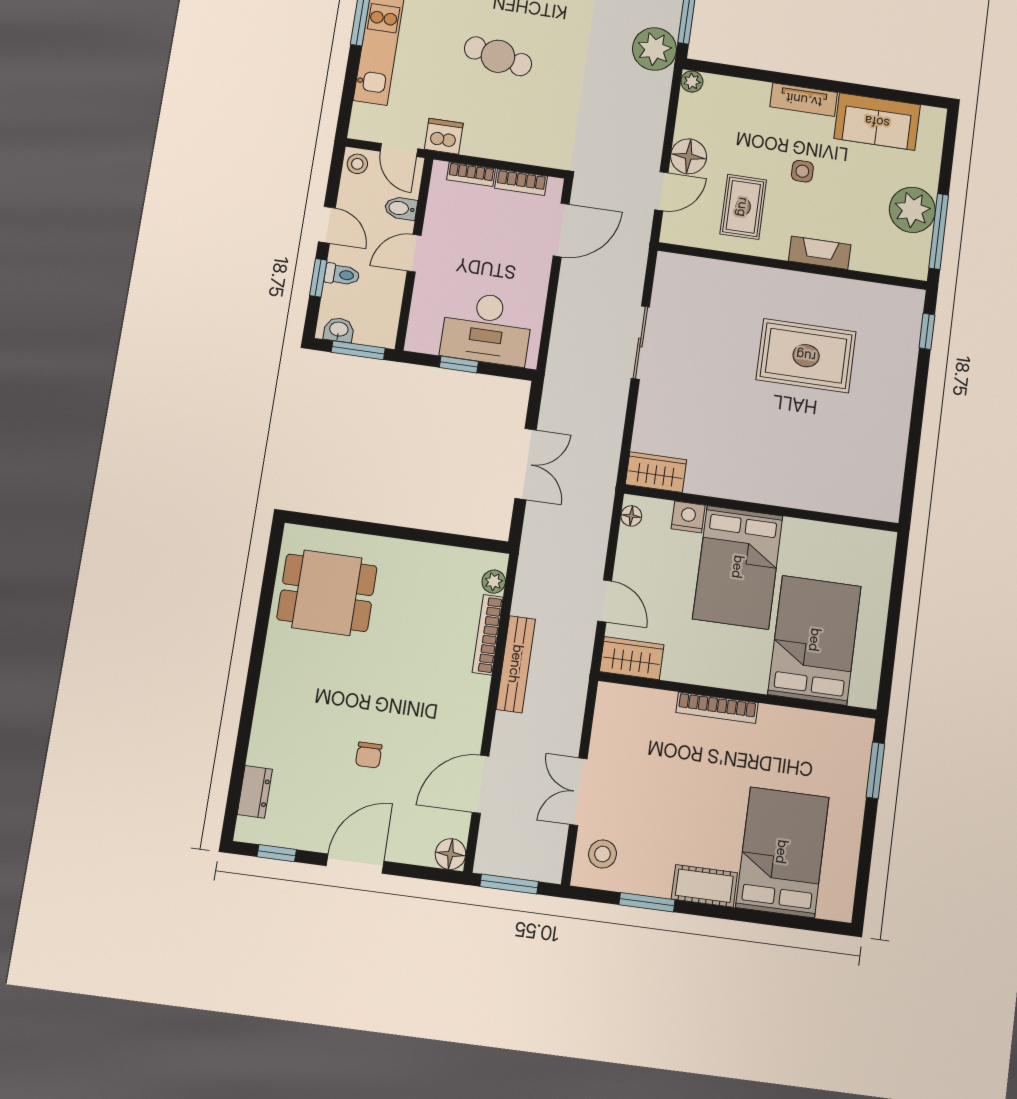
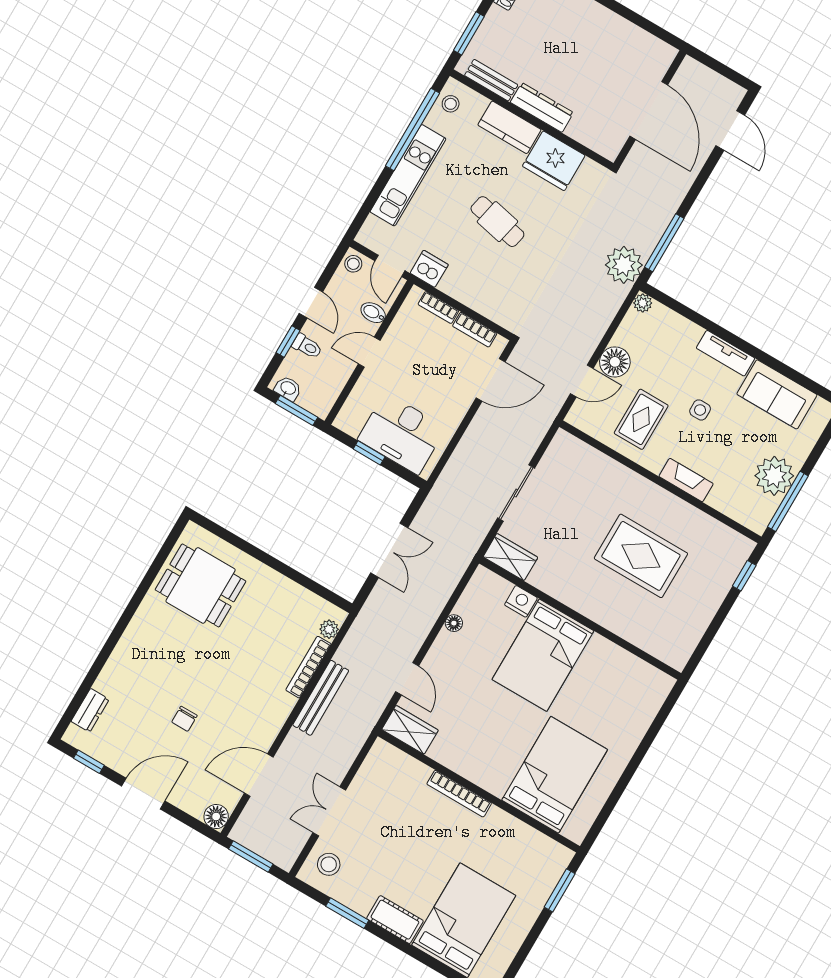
wardrobe: (656, 472) -> (510, 557), moved
wall: (762, 508) -> (580, 618), moved
nightstand: (688, 517) -> (521, 601), moved
bed: (738, 567) -> (543, 655), moved

